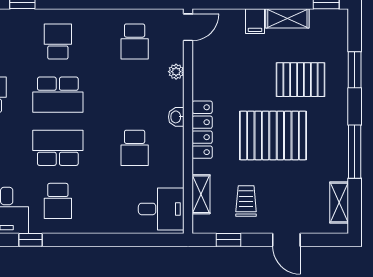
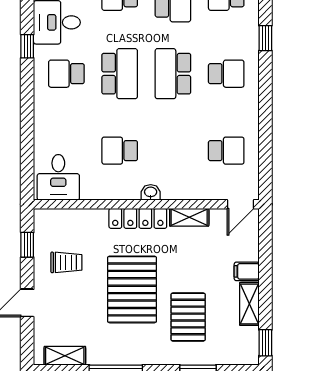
door: (188, 27) -> (240, 204), hinge flipped
school desk: (135, 42) -> (226, 151), turned 180
plant: (176, 72) -> (196, 192), removed
shelving: (201, 194) -> (189, 217), moved

